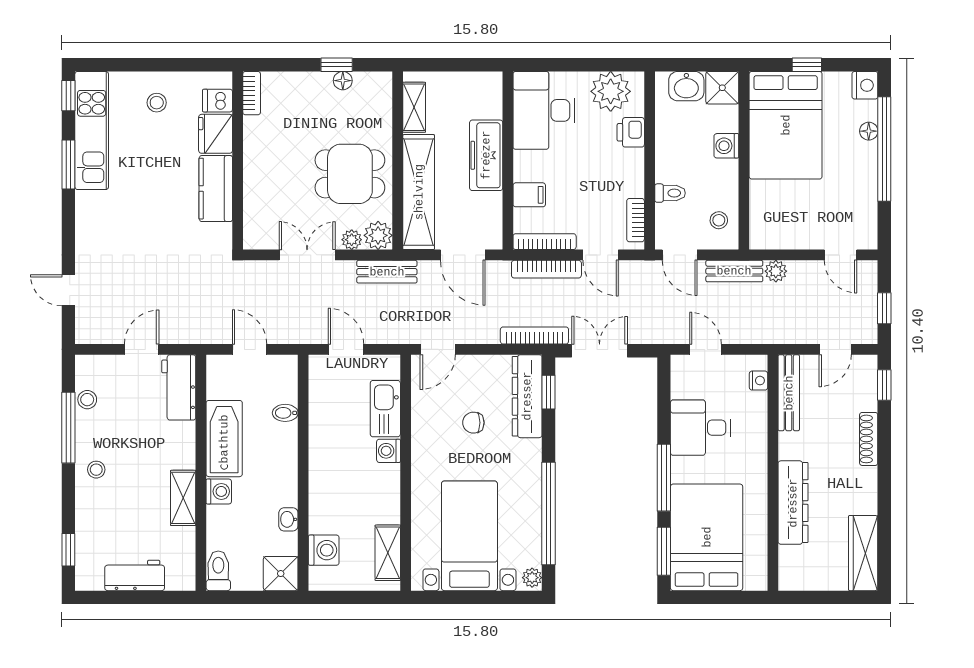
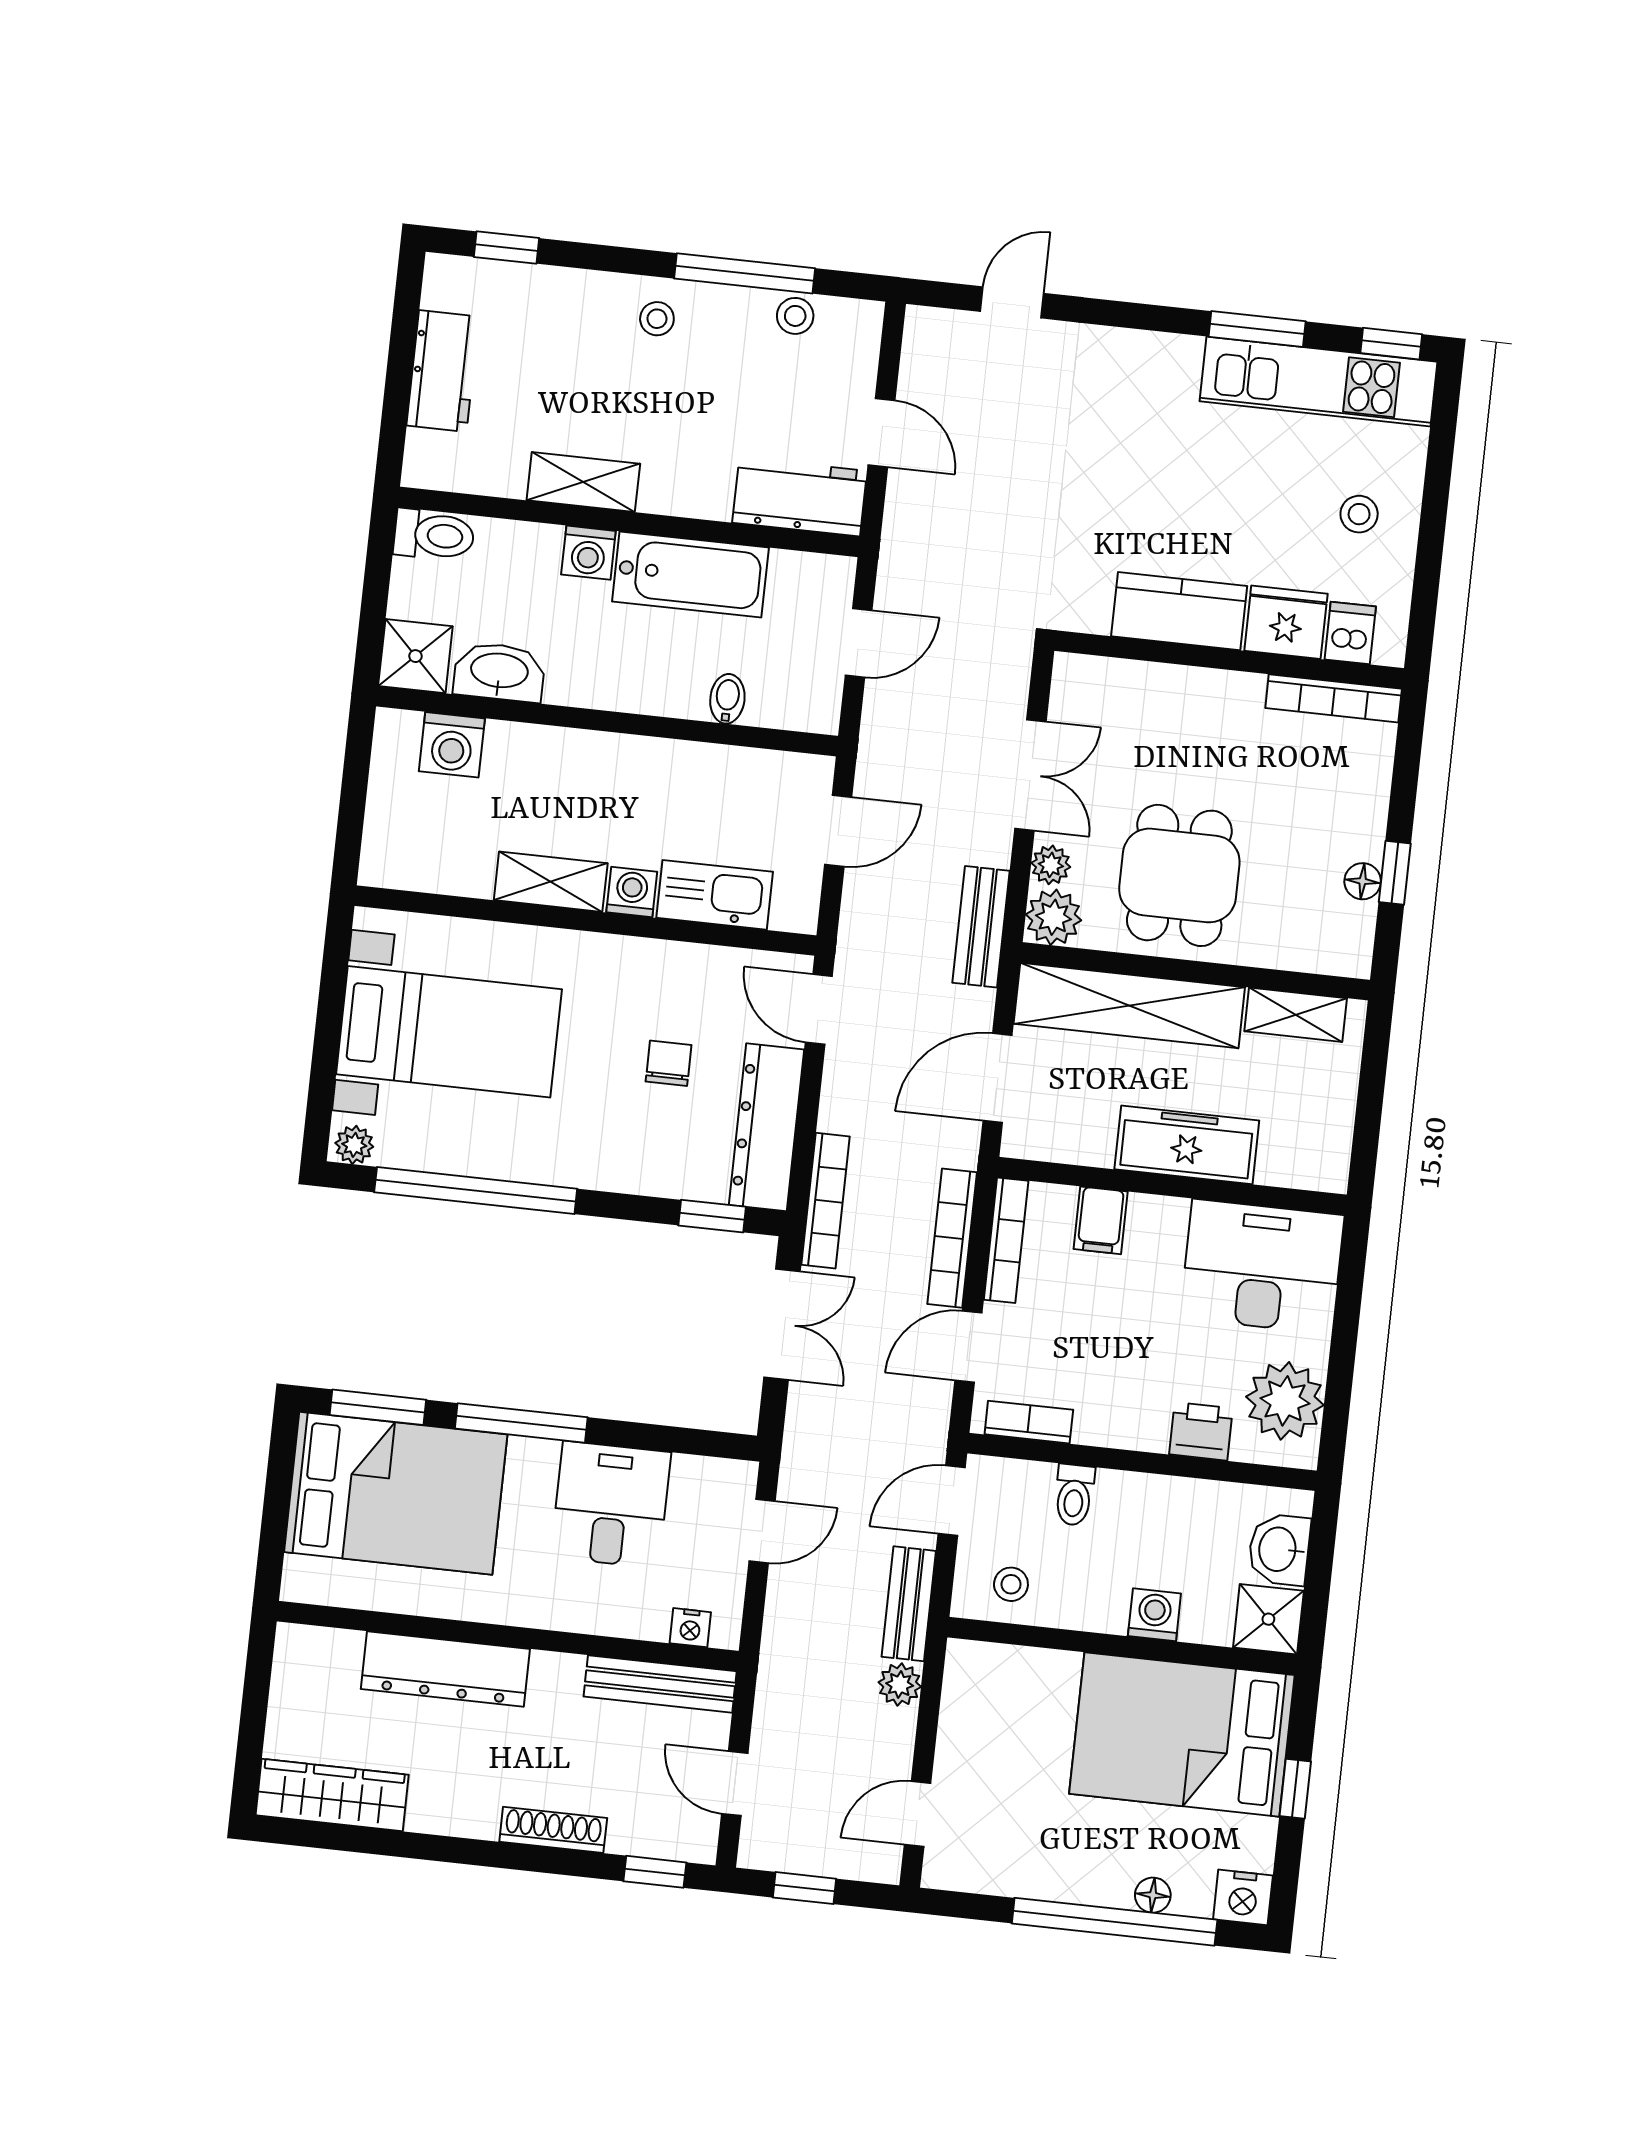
bookcase: (252, 93) -> (1334, 698), width x1.56
dresser: (527, 396) -> (766, 1127), moved, turned -90
washbasin: (288, 519) -> (499, 672), width x1.91, depth x1.45
shelving: (388, 553) -> (551, 882), moved

